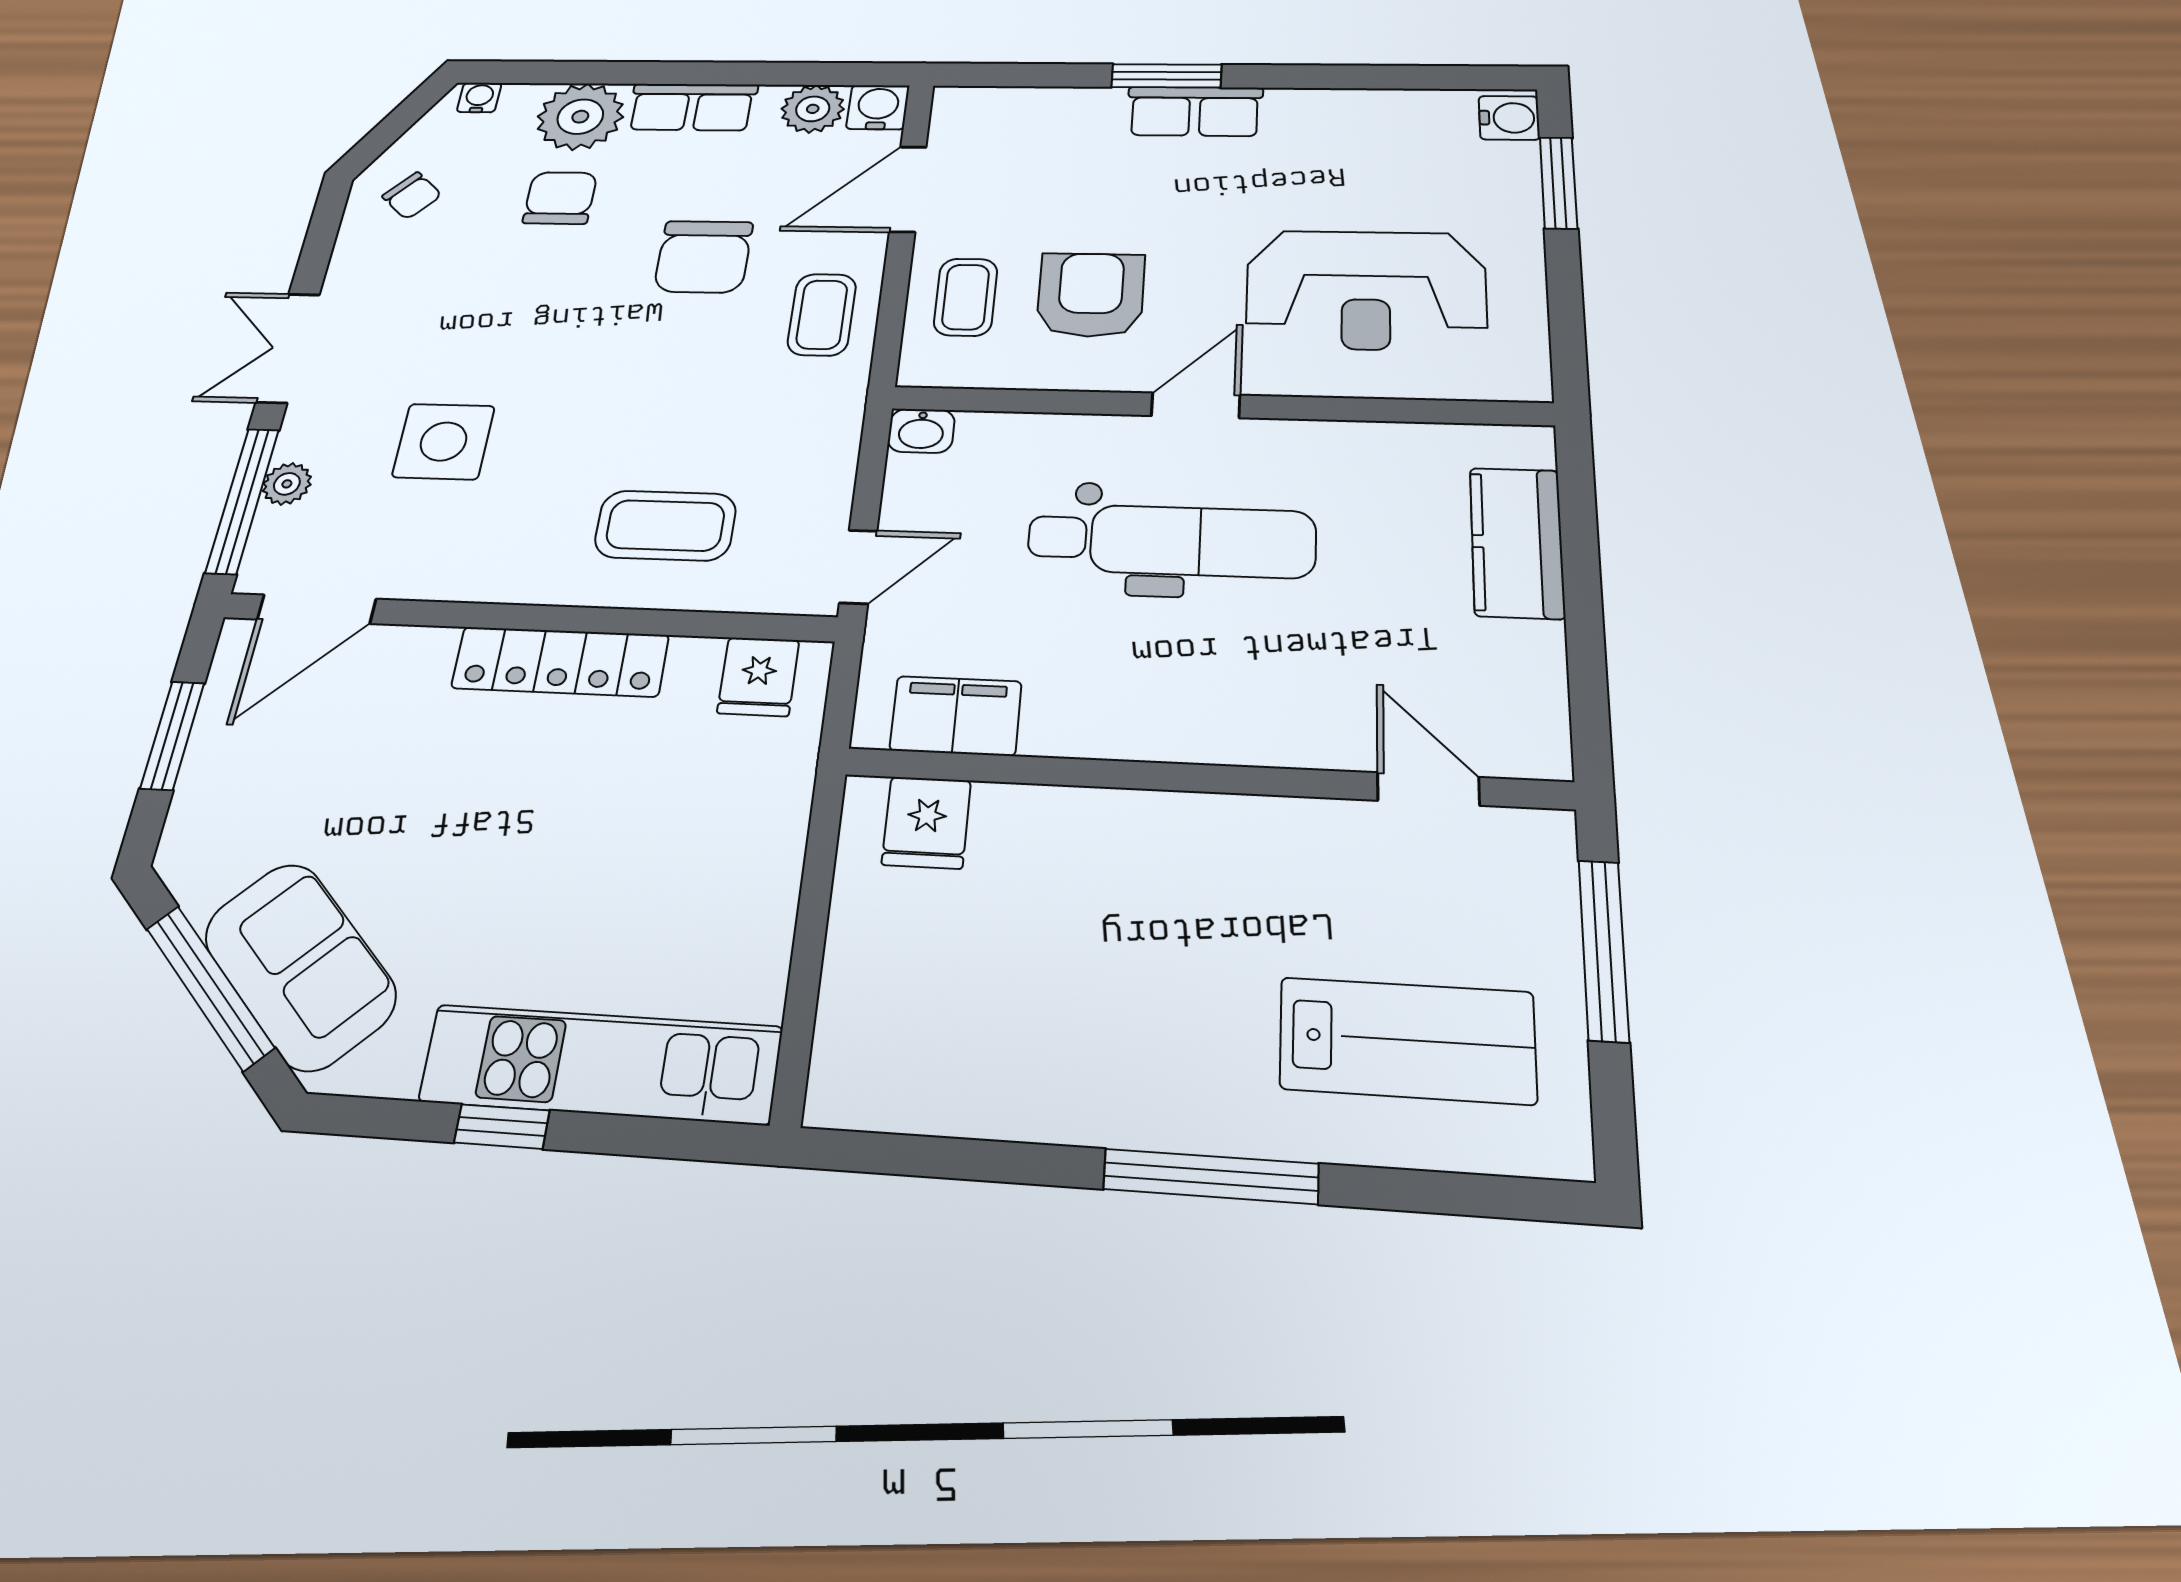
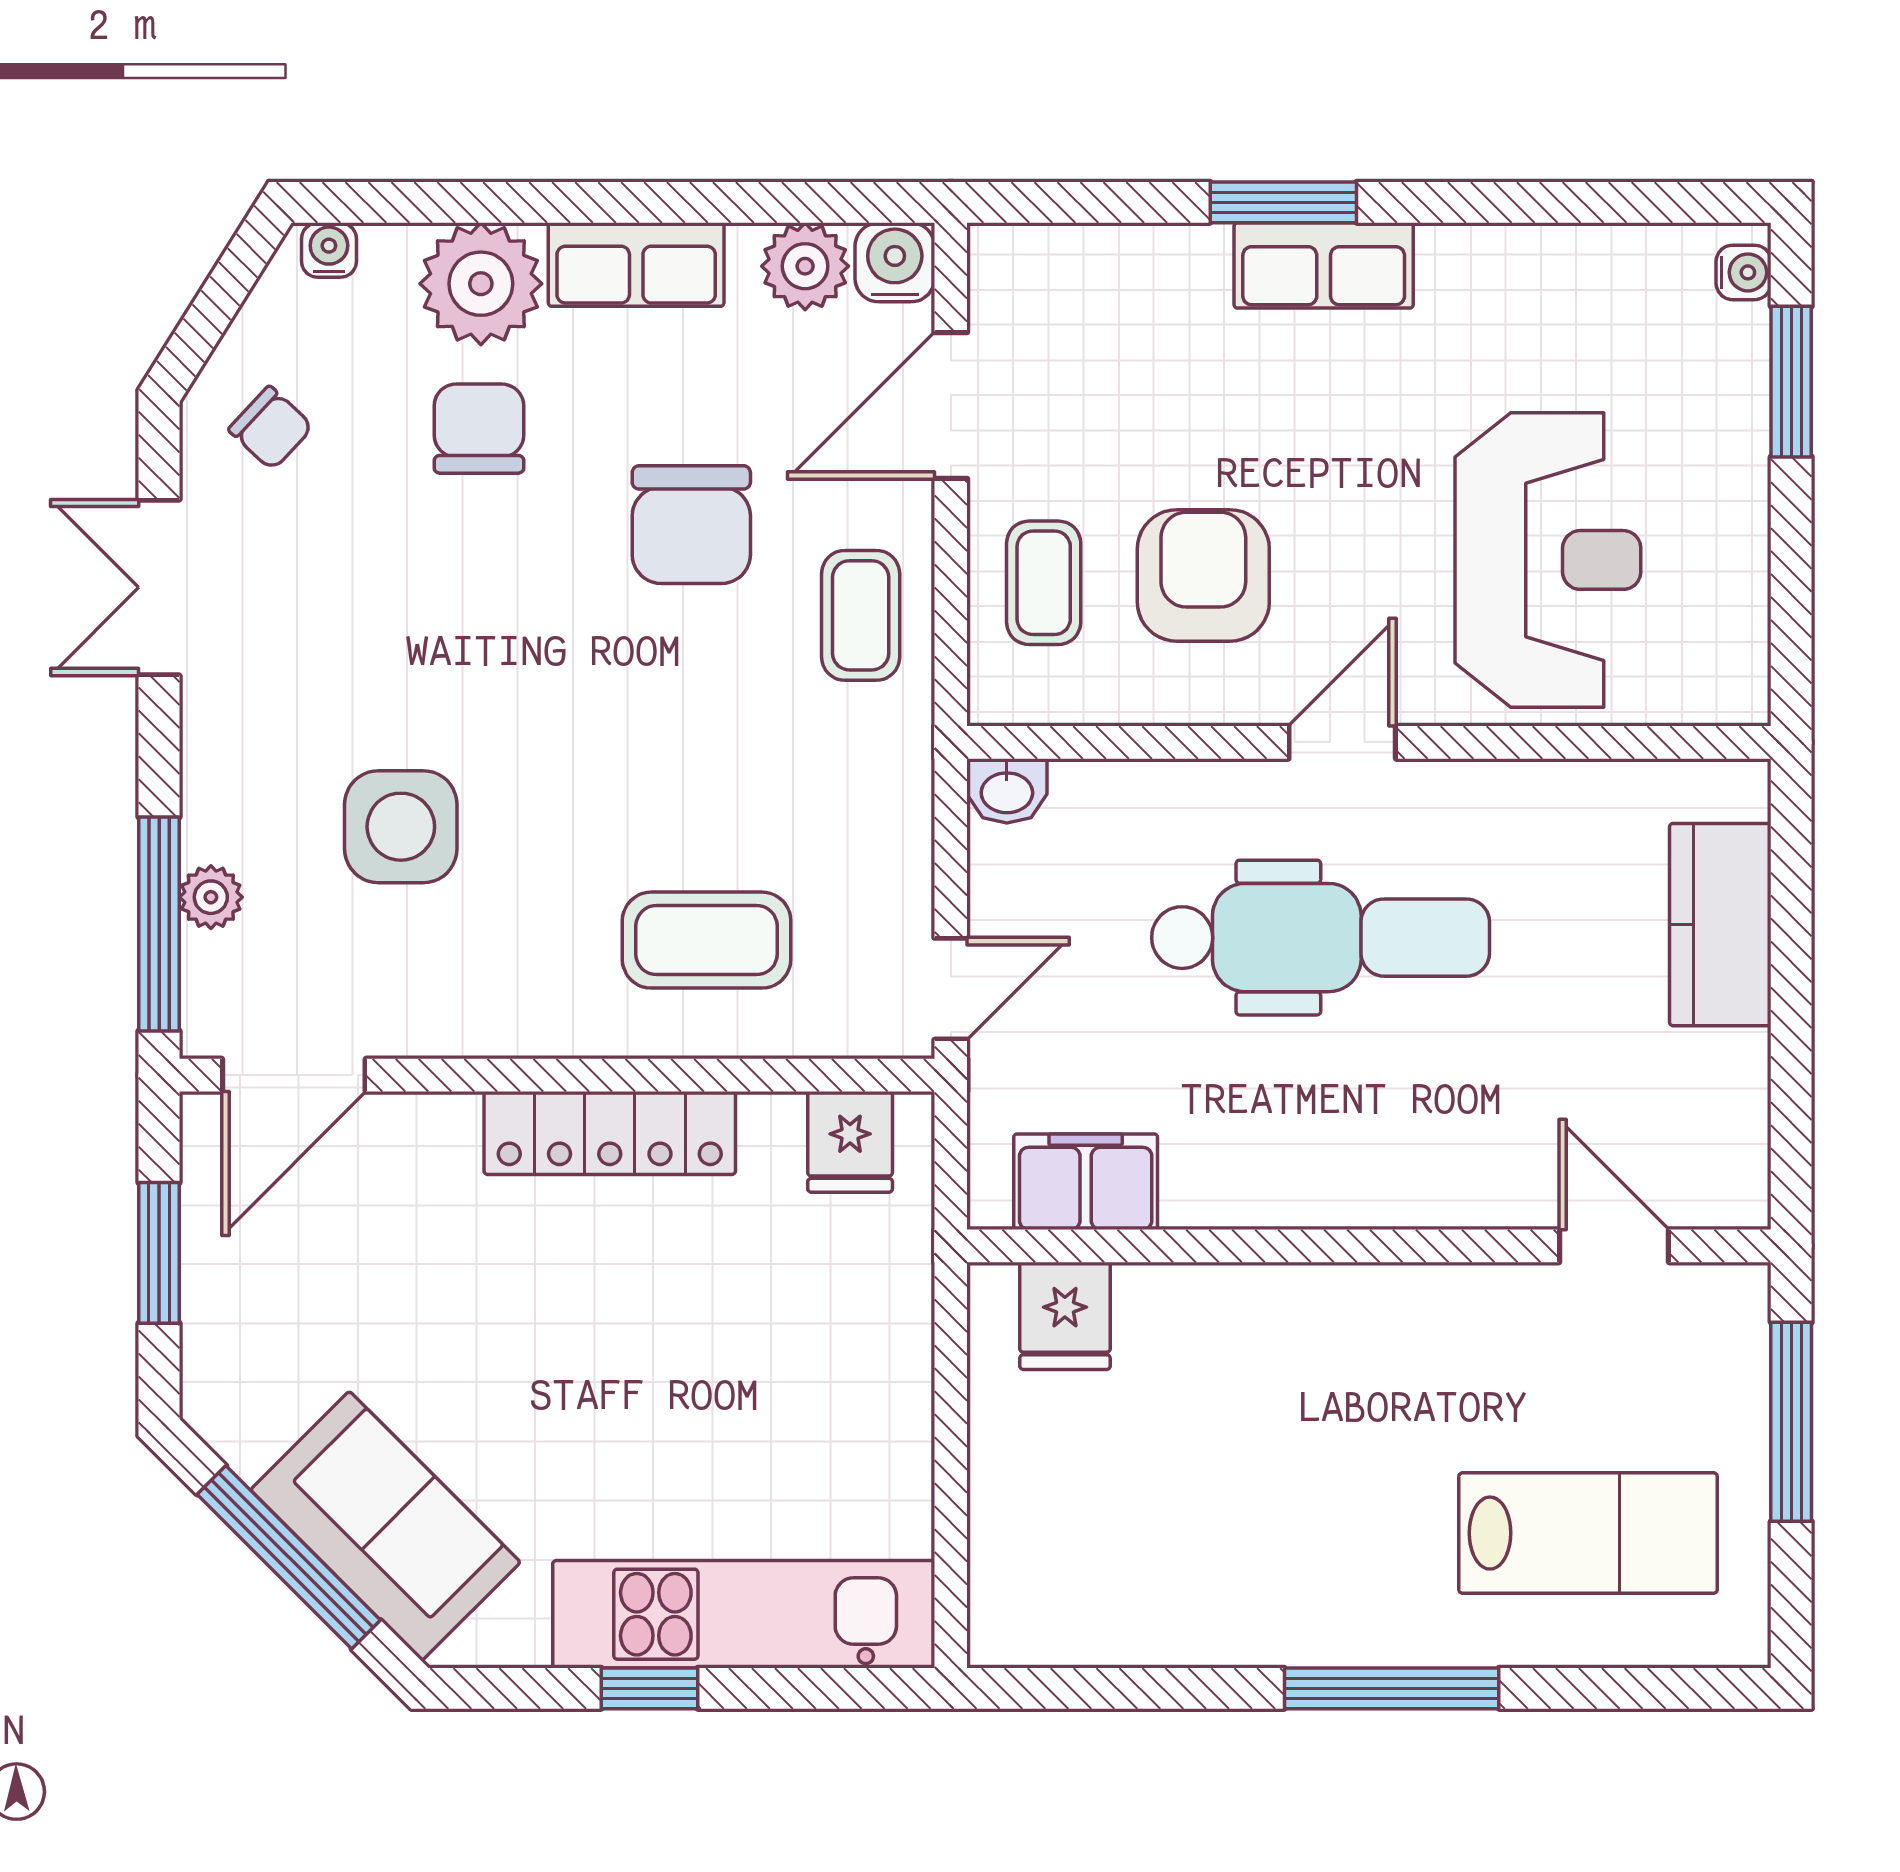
water cooler: (1509, 118) -> (1744, 272), width x0.72, depth x0.72
reception desk: (1366, 290) -> (1548, 560), turned -90
double door: (288, 348) -> (159, 587), moved

